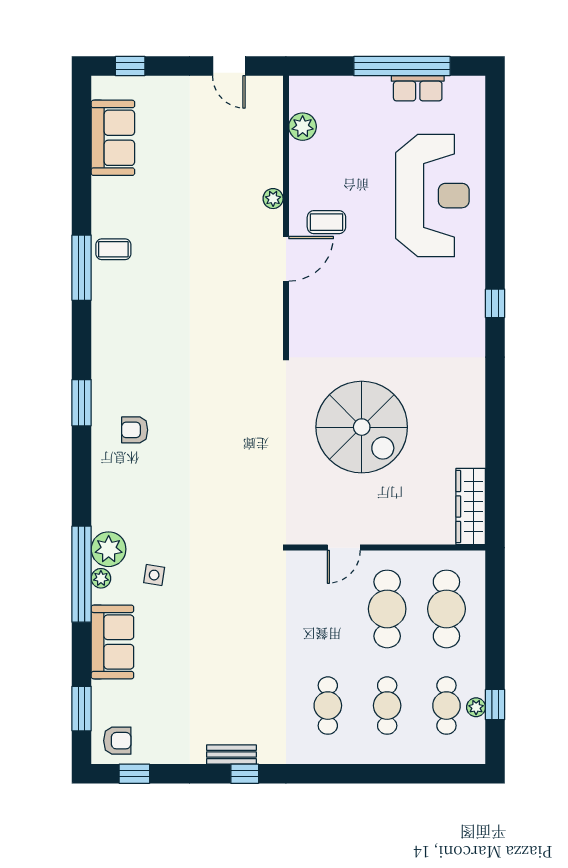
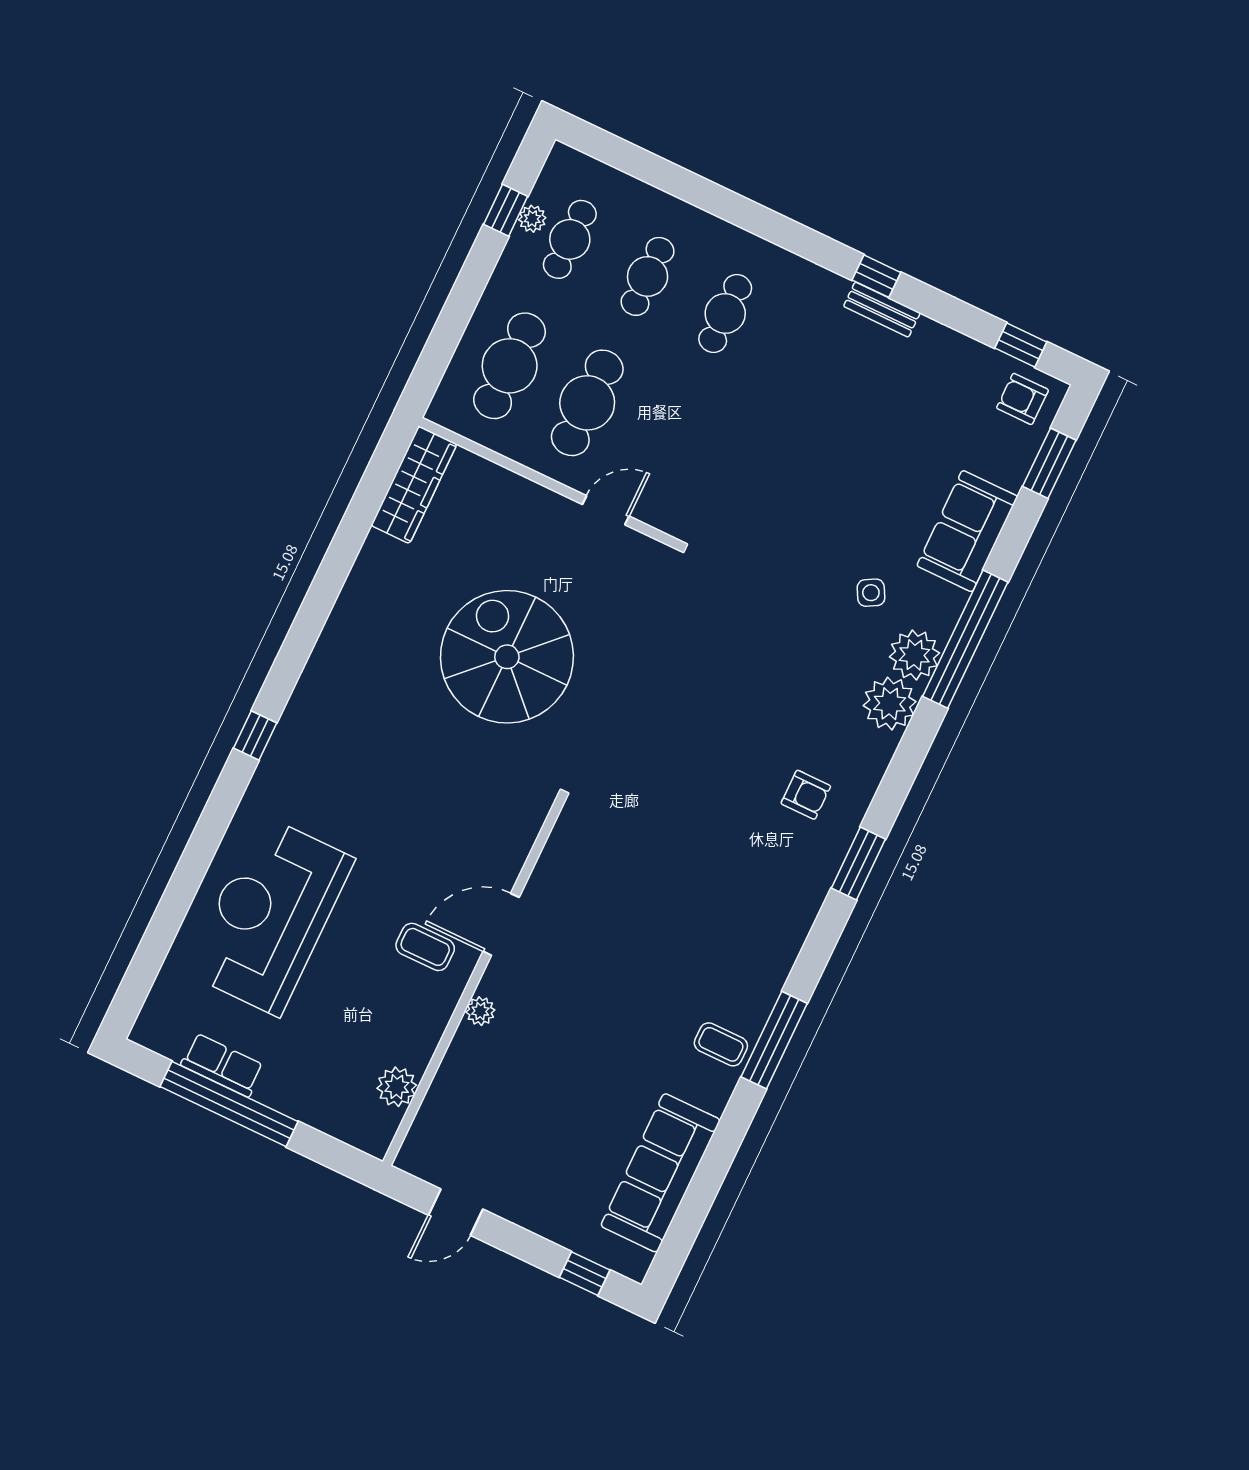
door: (229, 66) -> (456, 1212), swing flipped
sofa: (113, 138) -> (660, 1173), width x1.36
side table: (154, 575) -> (871, 593), turned -38
plant: (101, 578) -> (890, 704), moved, width x1.88, depth x1.88

